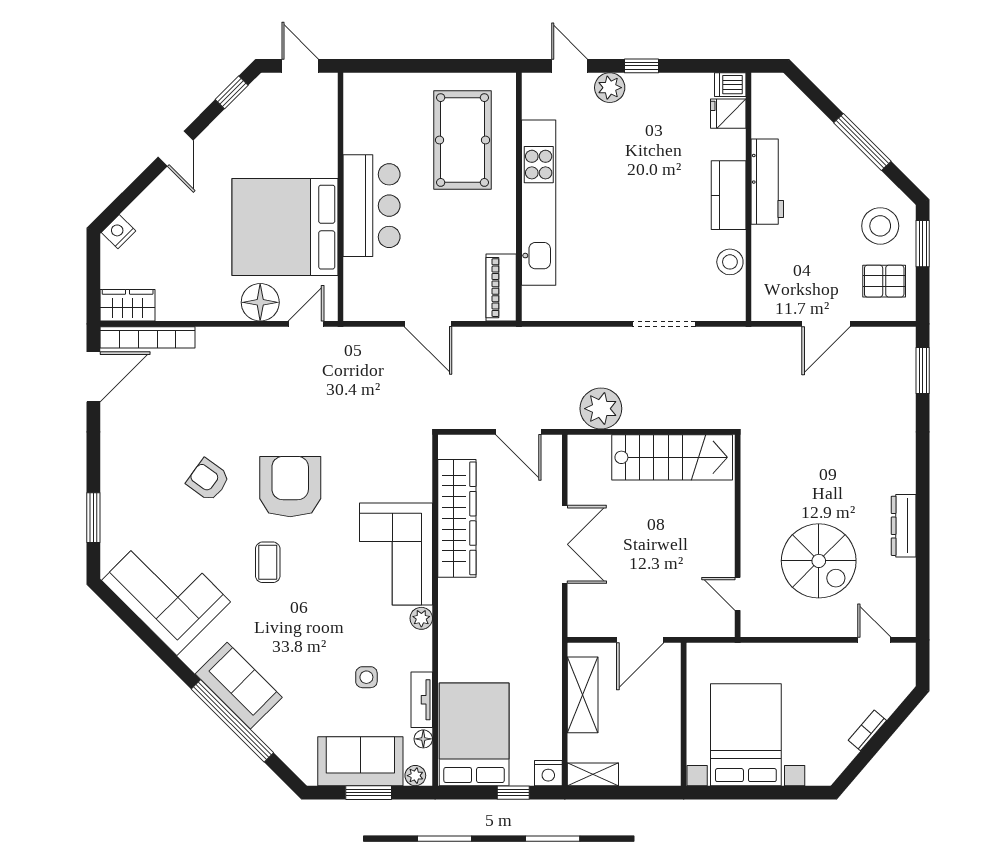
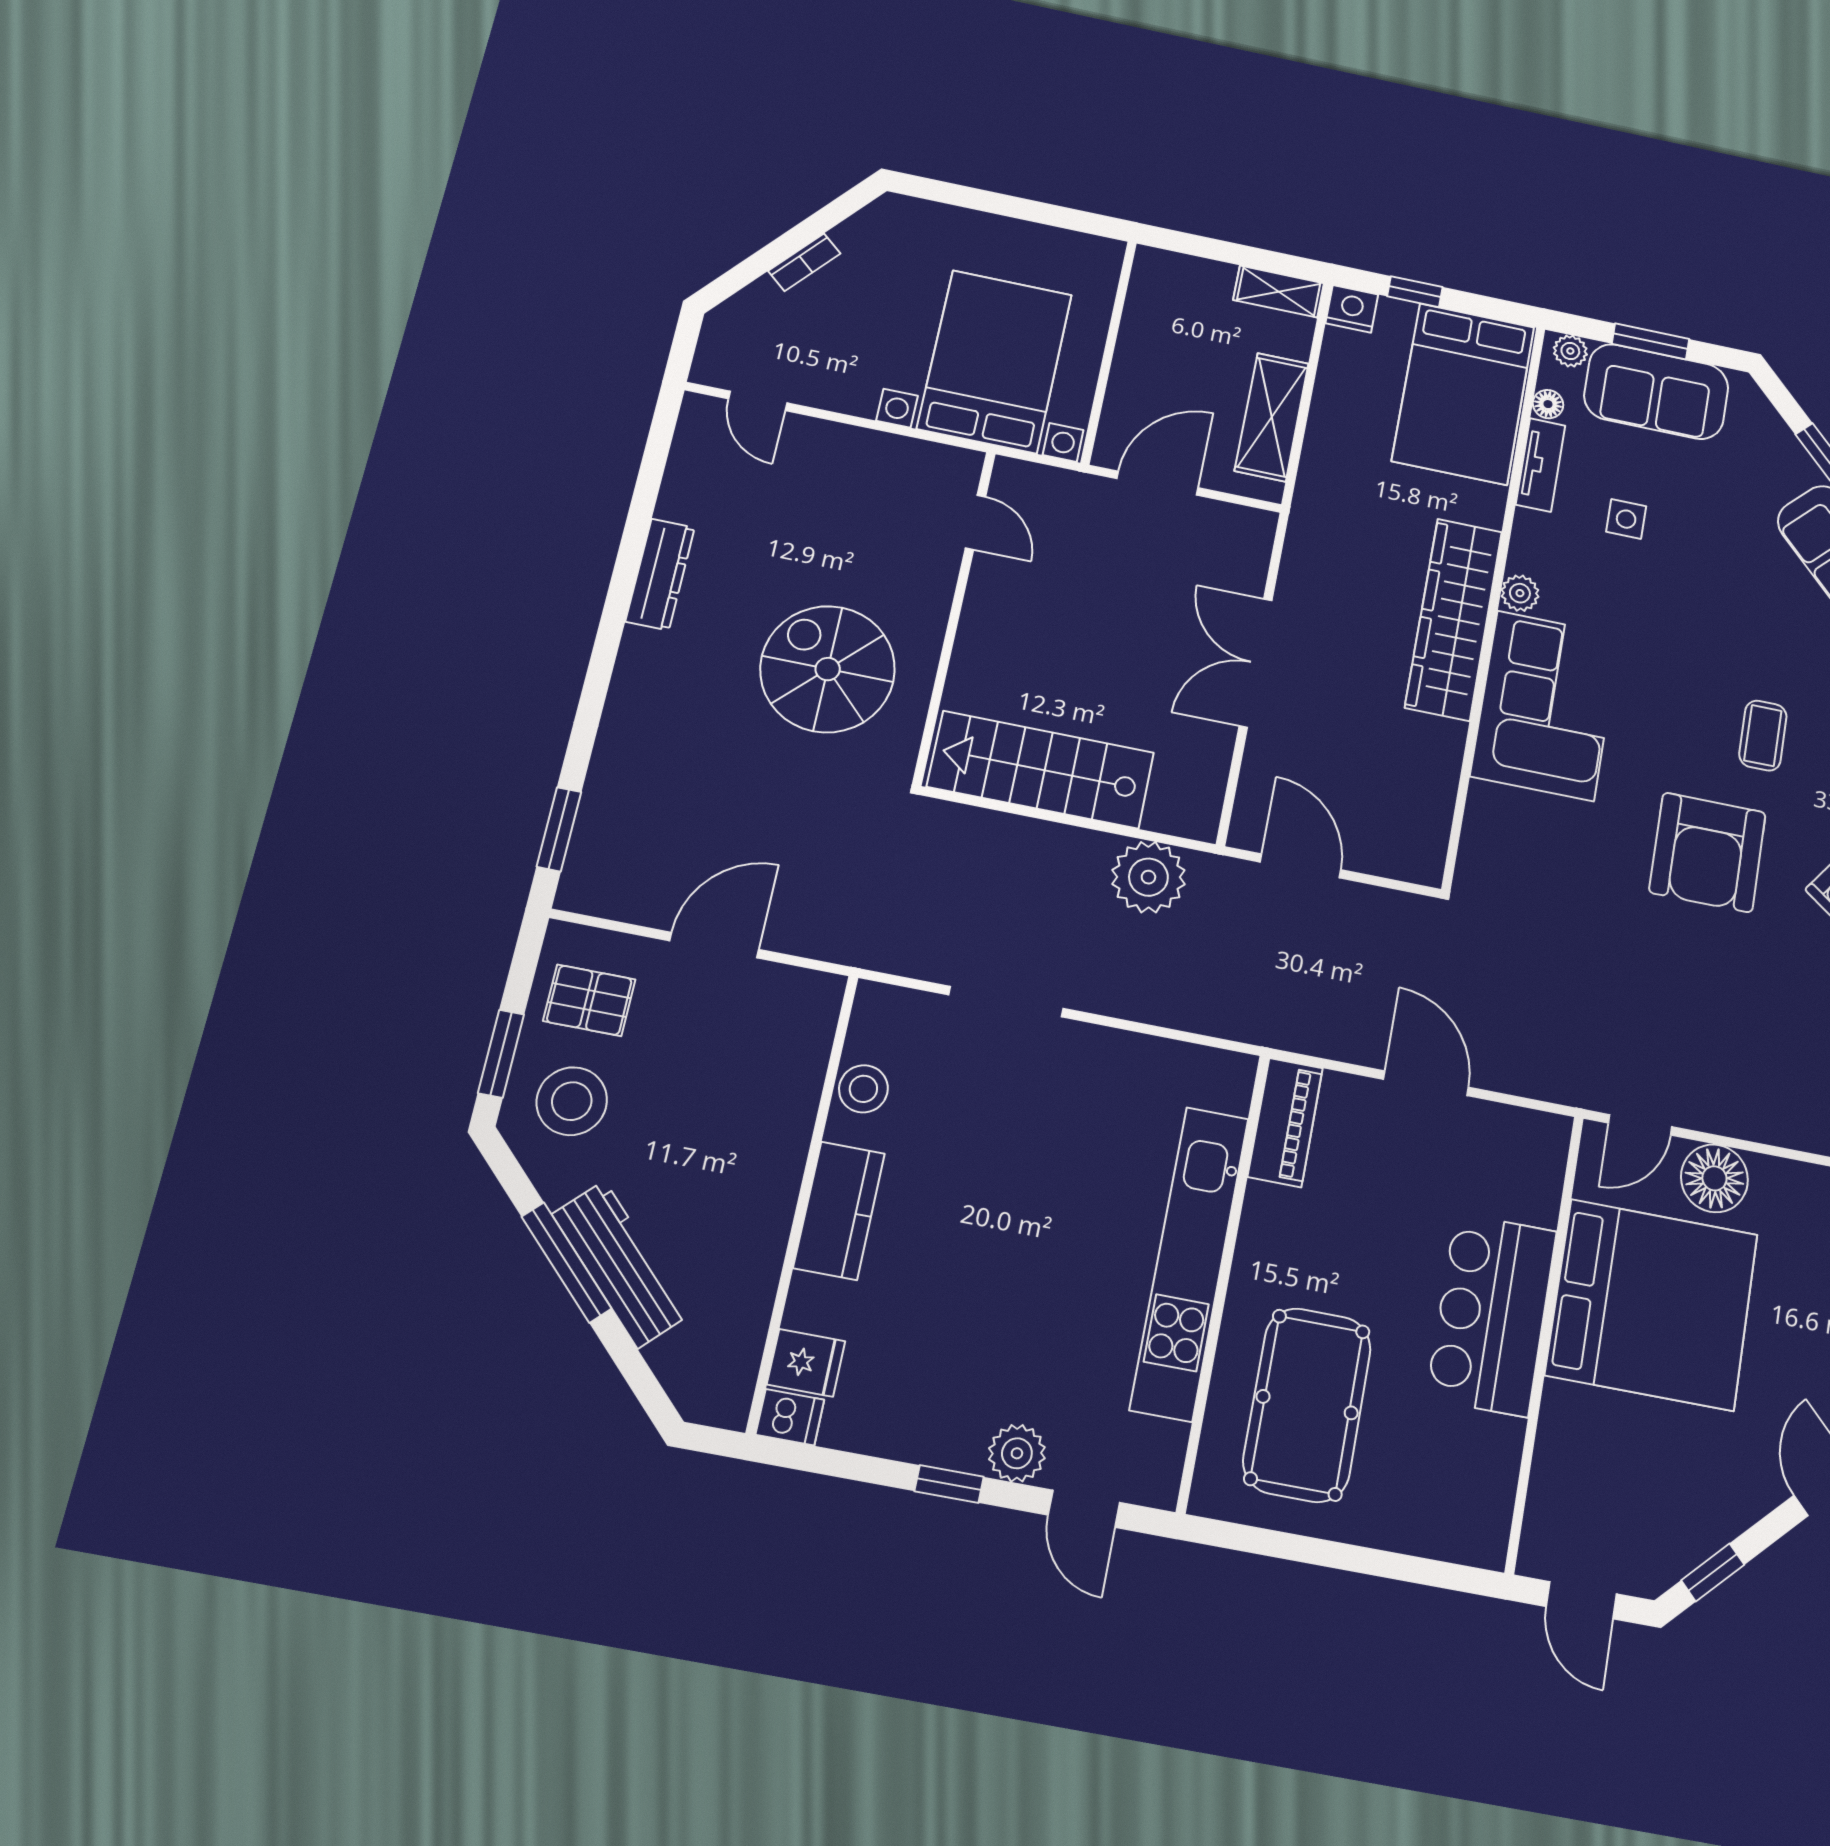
workbench: (767, 182) -> (621, 1264), moved, turned 135
wardrobe: (457, 518) -> (1454, 619), moved
spiral stairs: (819, 561) -> (828, 669), moved
bed with nightstands: (746, 735) -> (995, 361), moved, turned 180

